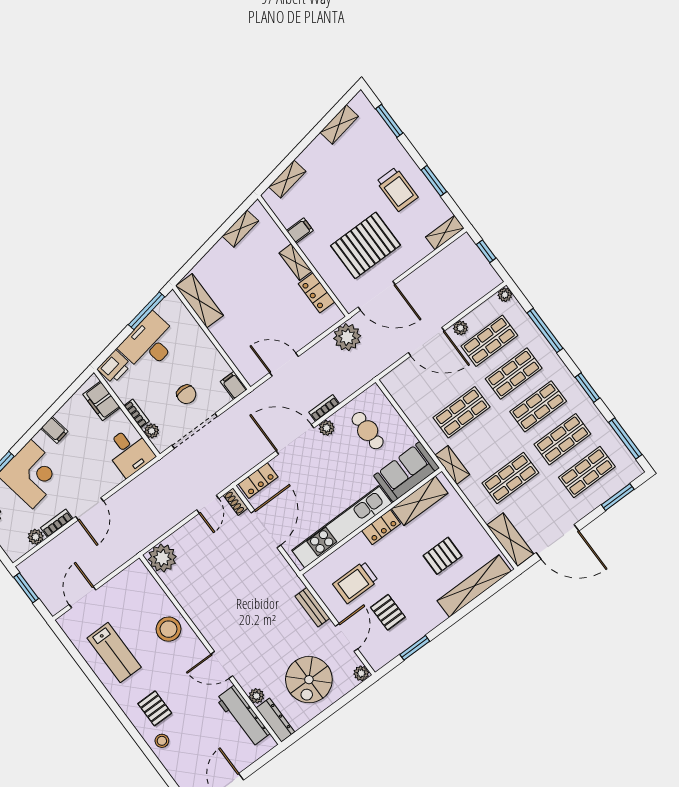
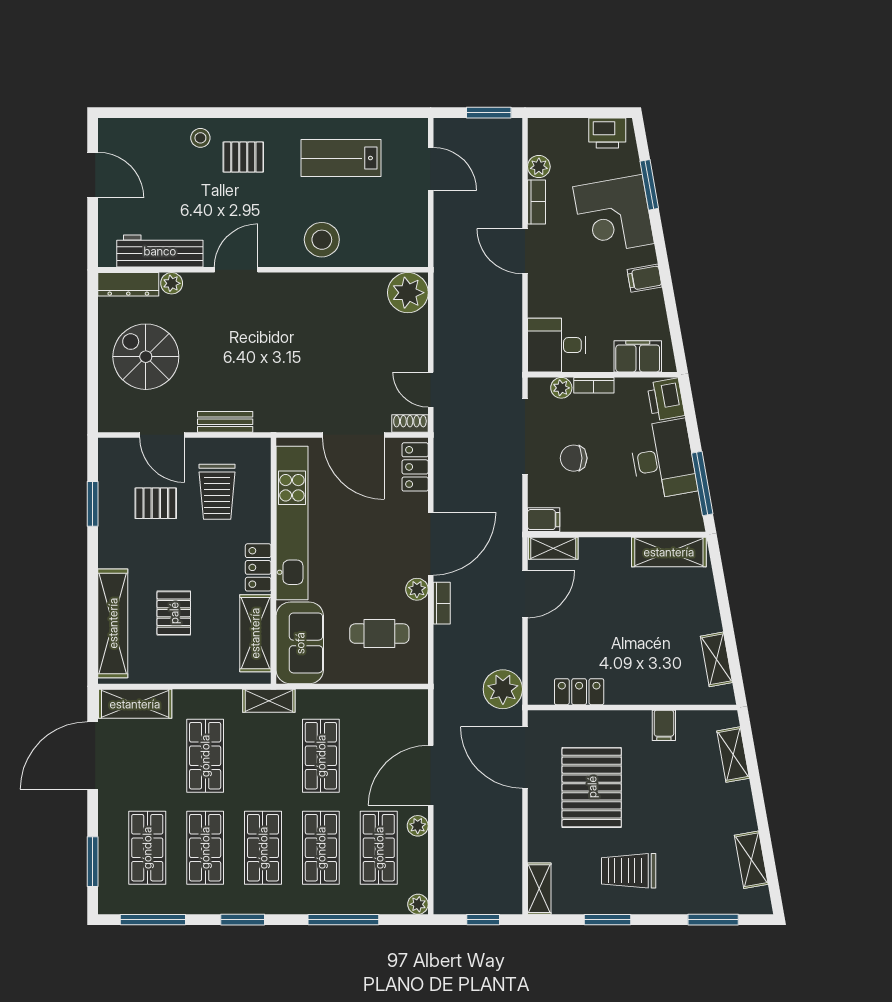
shelving: (295, 262) -> (553, 548), moved
door: (377, 296) -> (525, 758), hinge flipped
trolley: (356, 582) -> (217, 492), turned 180
plant: (361, 673) -> (109, 421), removed

